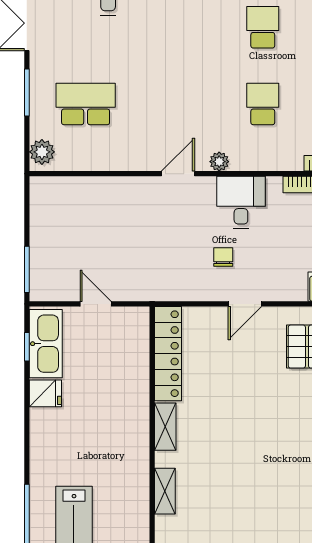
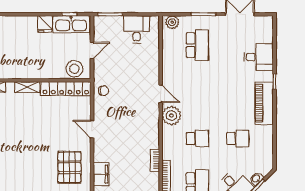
plant: (219, 162) -> (171, 116), width x1.88, depth x1.88
desk: (241, 202) -> (137, 29), moved, turned -90
chair: (223, 257) -> (104, 91), moved
stool: (130, 337) -> (74, 69), added

